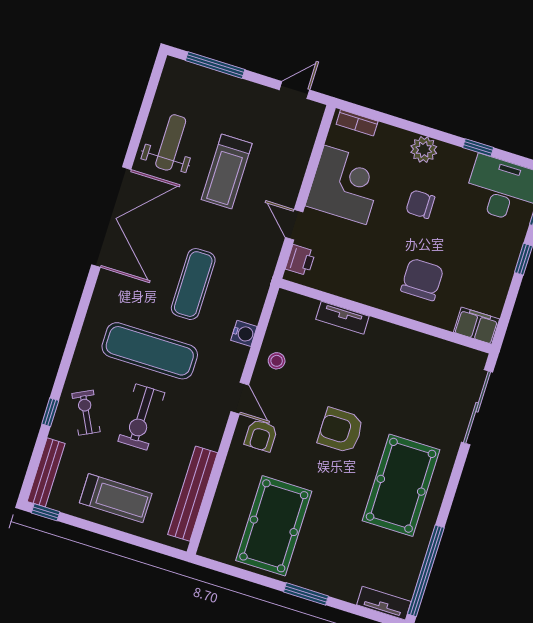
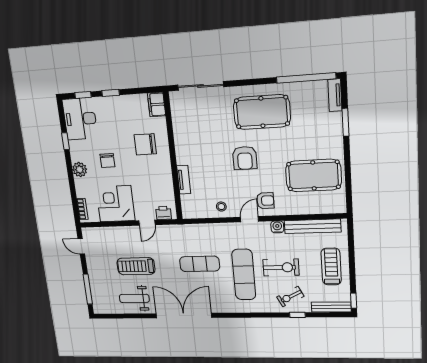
treadmill: (227, 172) -> (136, 266), turned 180
water cooler: (244, 333) -> (277, 227), moved
window: (306, 594) -> (346, 122), moved

